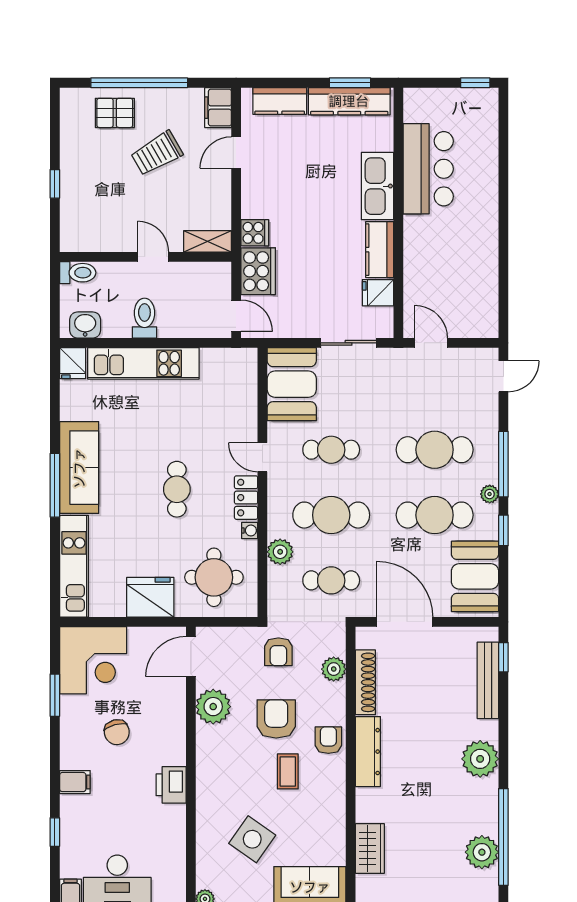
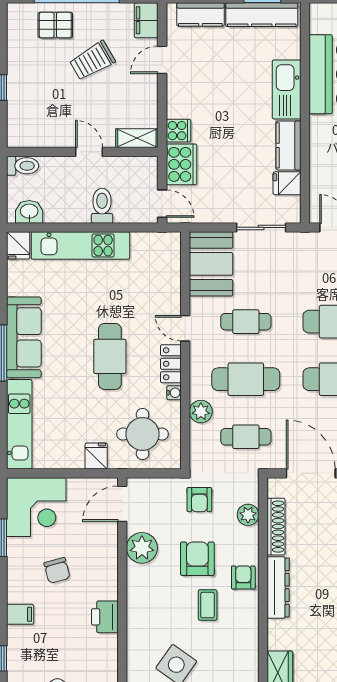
toilet: (144, 318) -> (102, 206), moved
cafe table: (177, 489) -> (110, 356), width x1.37, depth x1.35
fridge: (150, 597) -> (96, 456), width x0.53, depth x0.75

